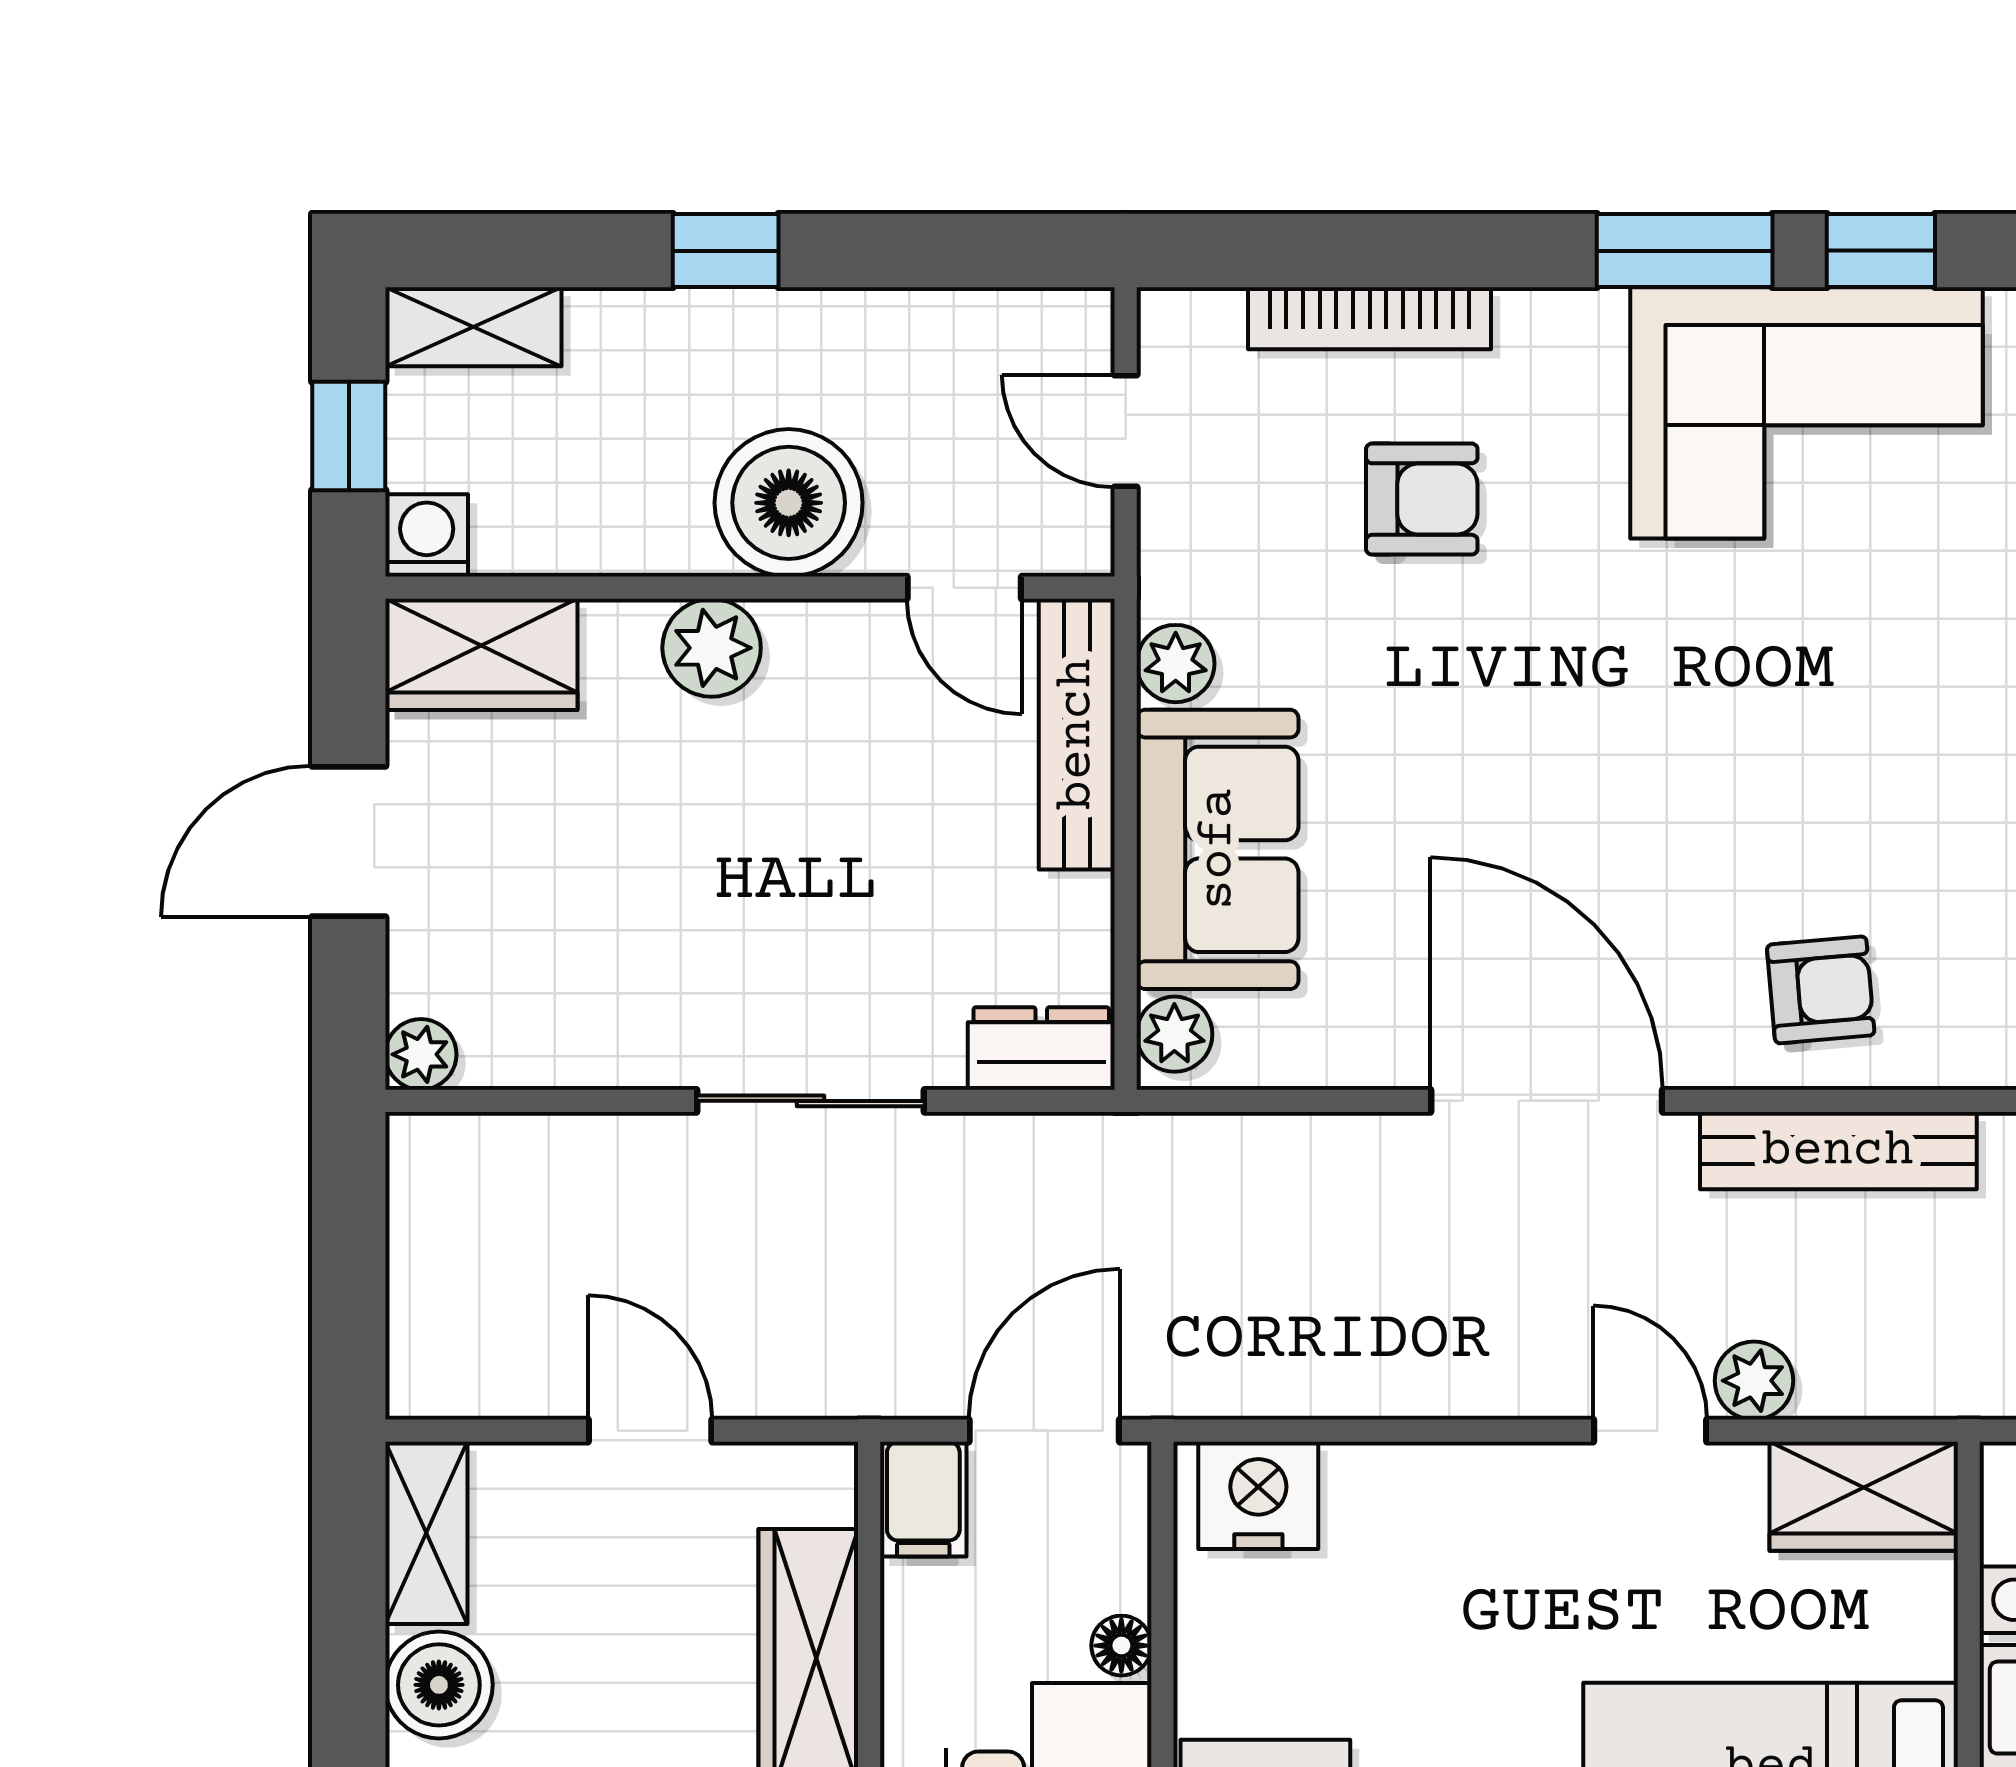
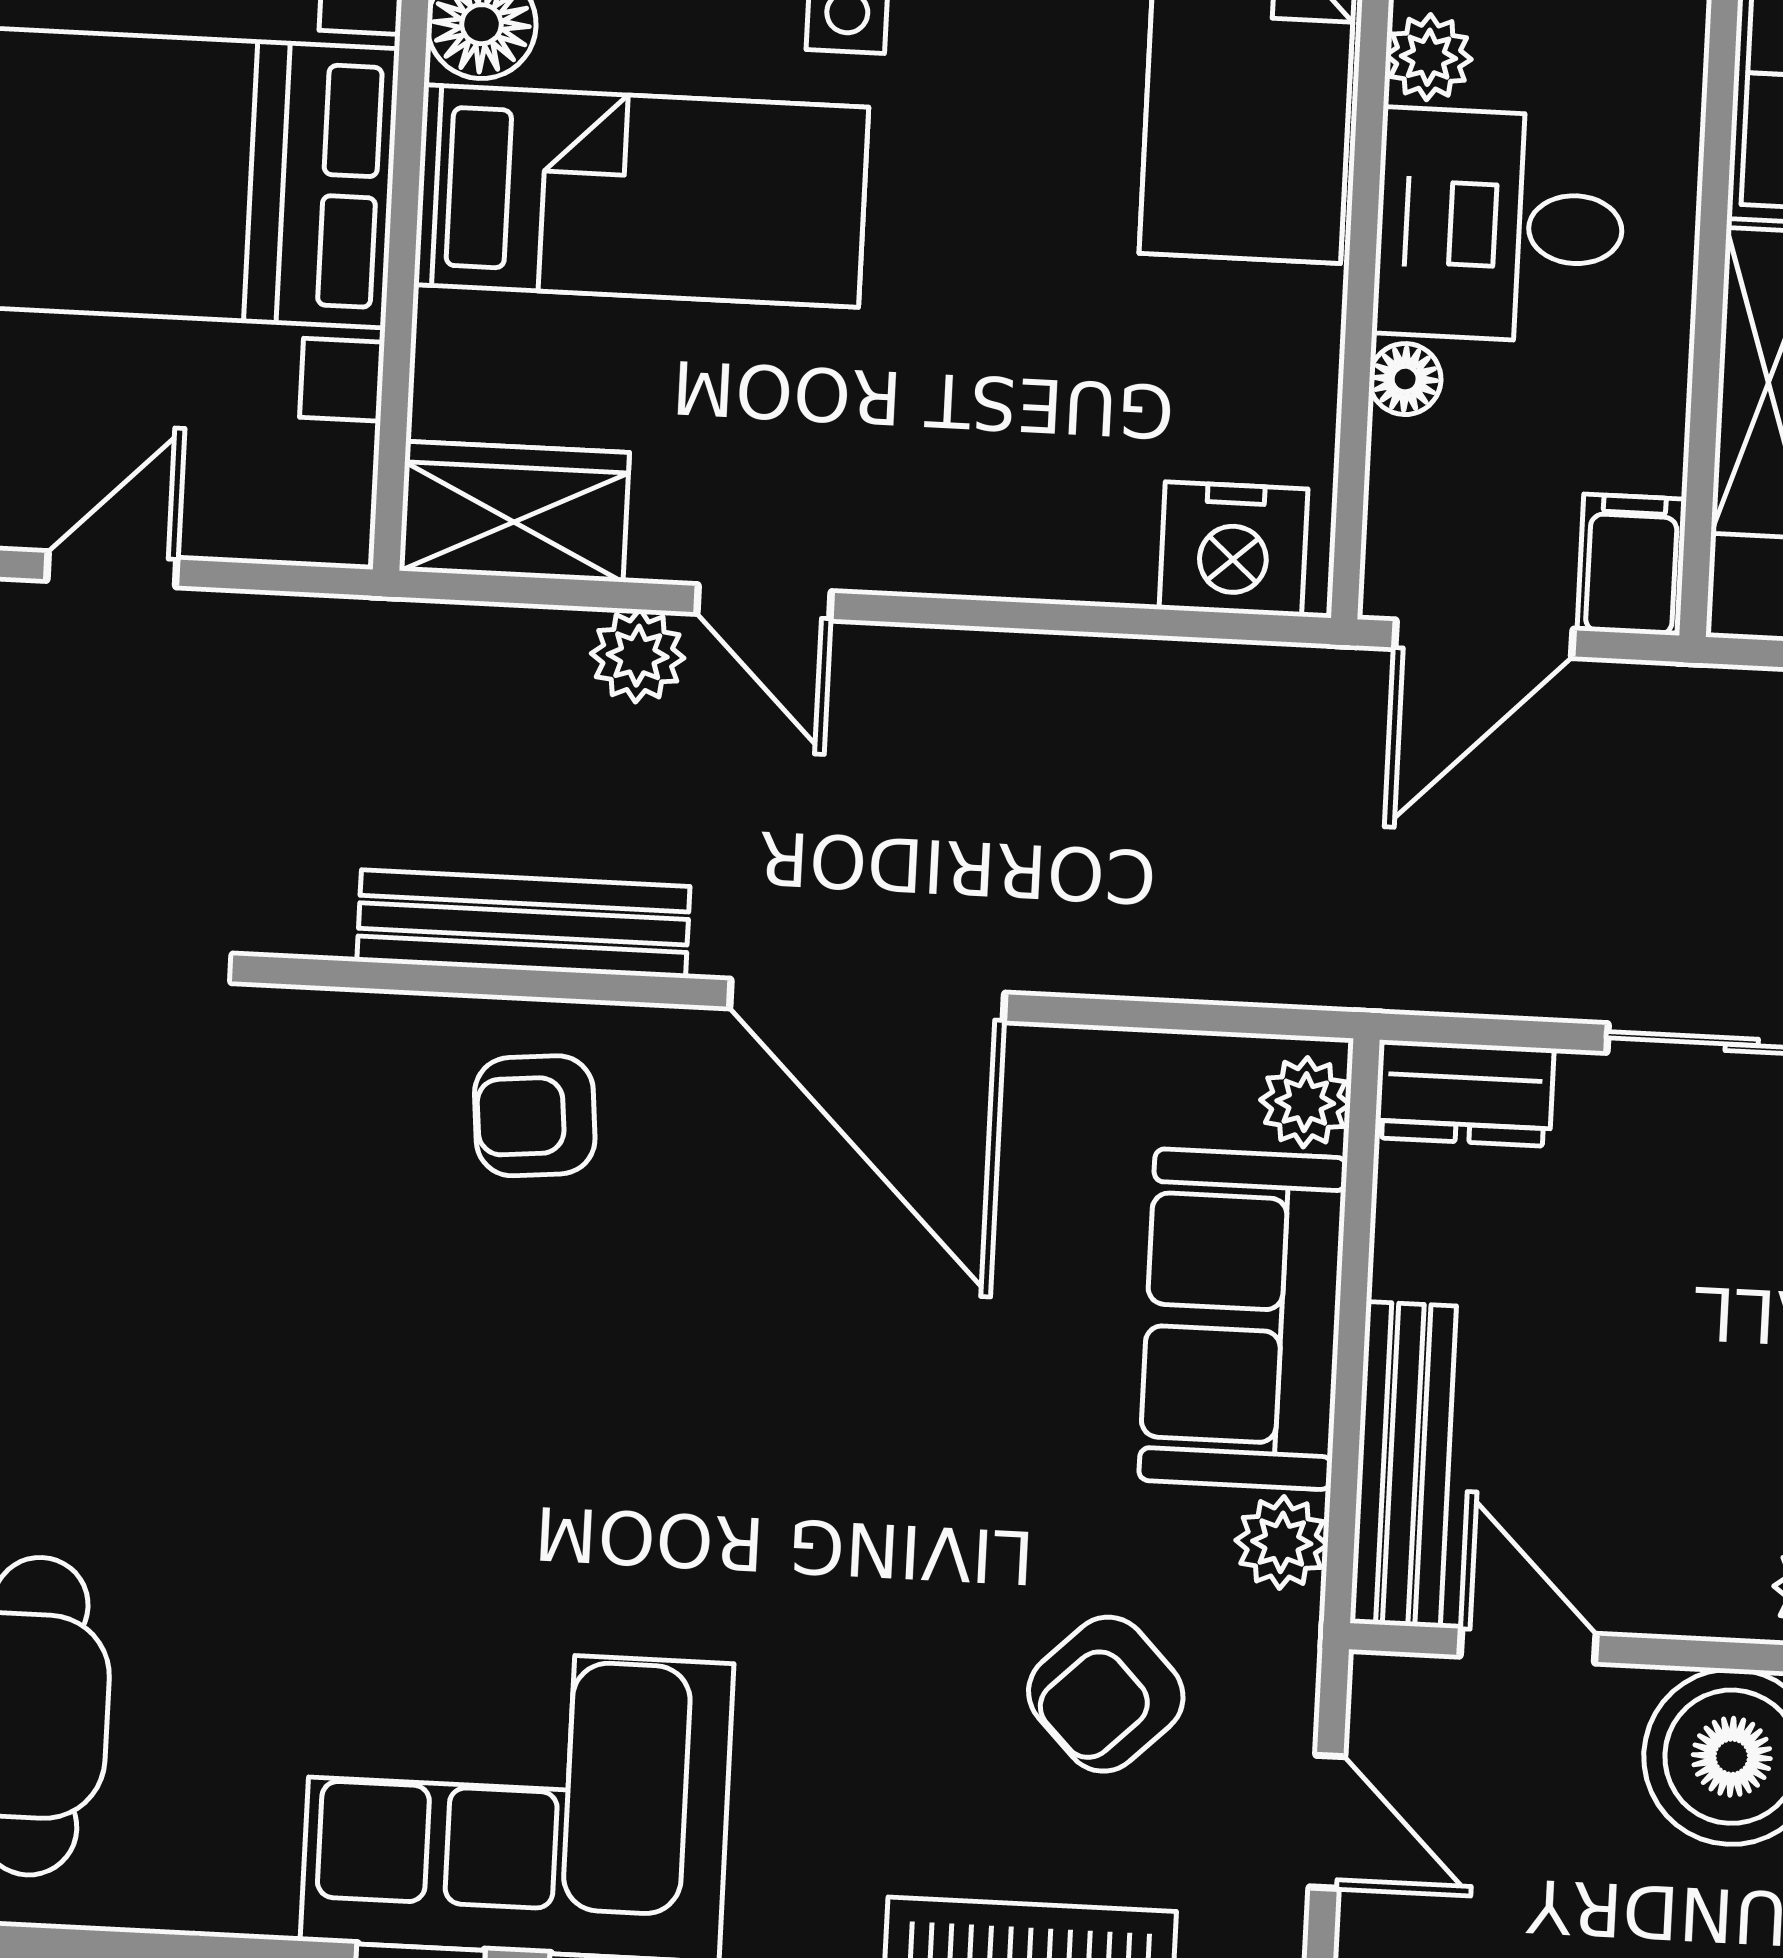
armchair: (1422, 499) -> (1106, 1694), moved, turned -44

